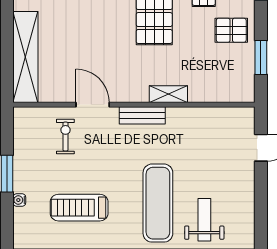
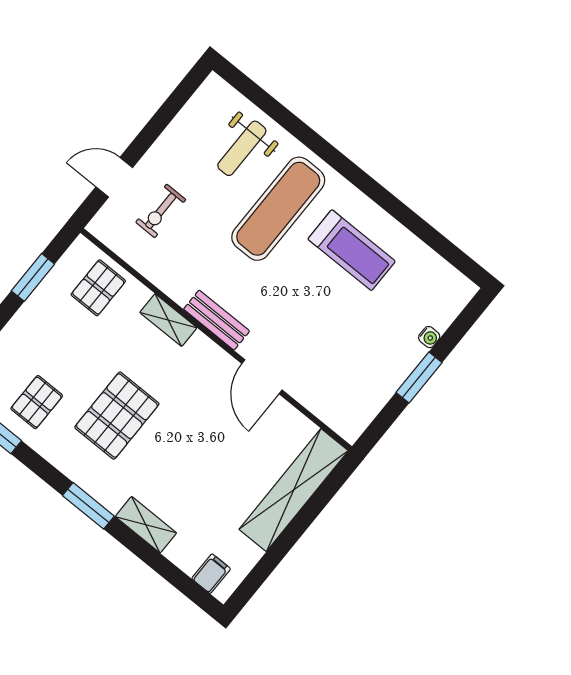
pallet: (231, 30) -> (98, 288), moved, turned 90
exercise bike: (65, 137) -> (161, 211), moved
treadmill: (79, 208) -> (352, 250), moved

